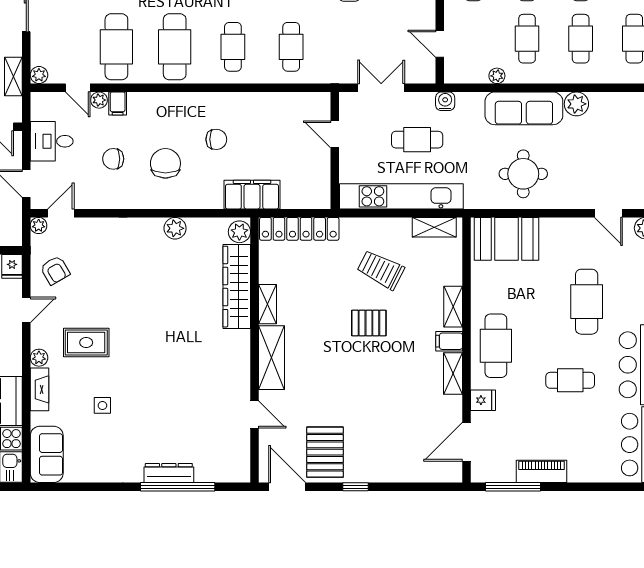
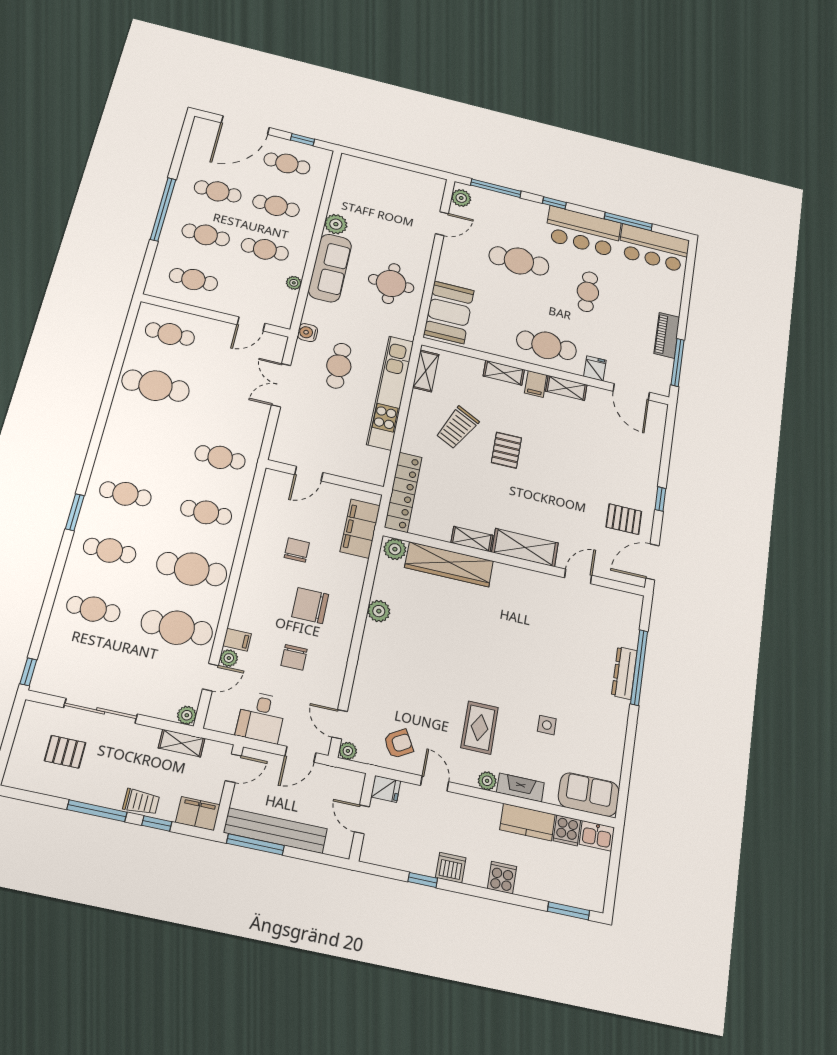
door: (335, 134) -> (309, 474), moved
wall: (335, 150) -> (325, 477), moved
pallet: (325, 452) -> (624, 519), width x0.67, depth x0.71

